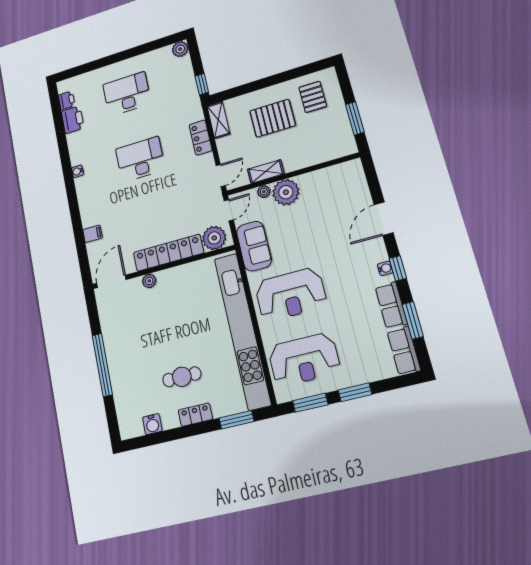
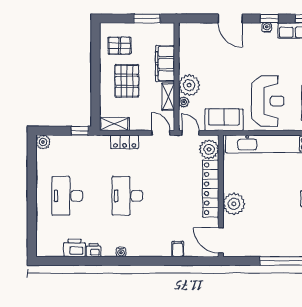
printer: (67, 100) -> (94, 250), moved
filing cabinet: (305, 156) -> (165, 64), added
plant: (149, 281) -> (234, 204), width x1.88, depth x1.88

